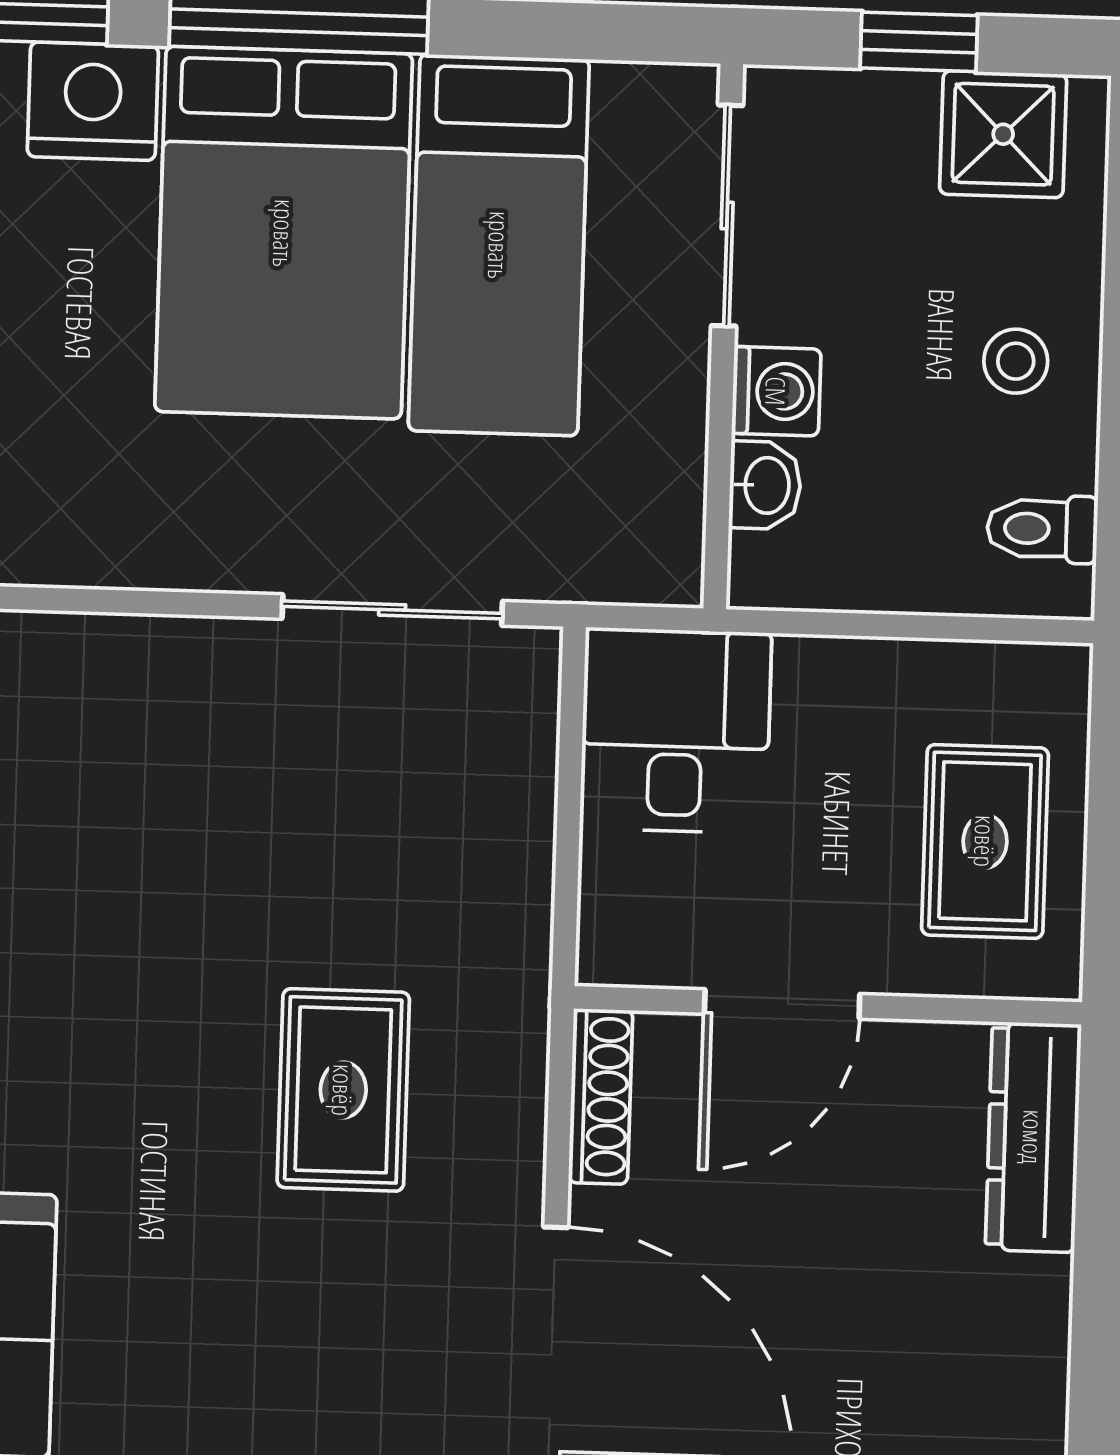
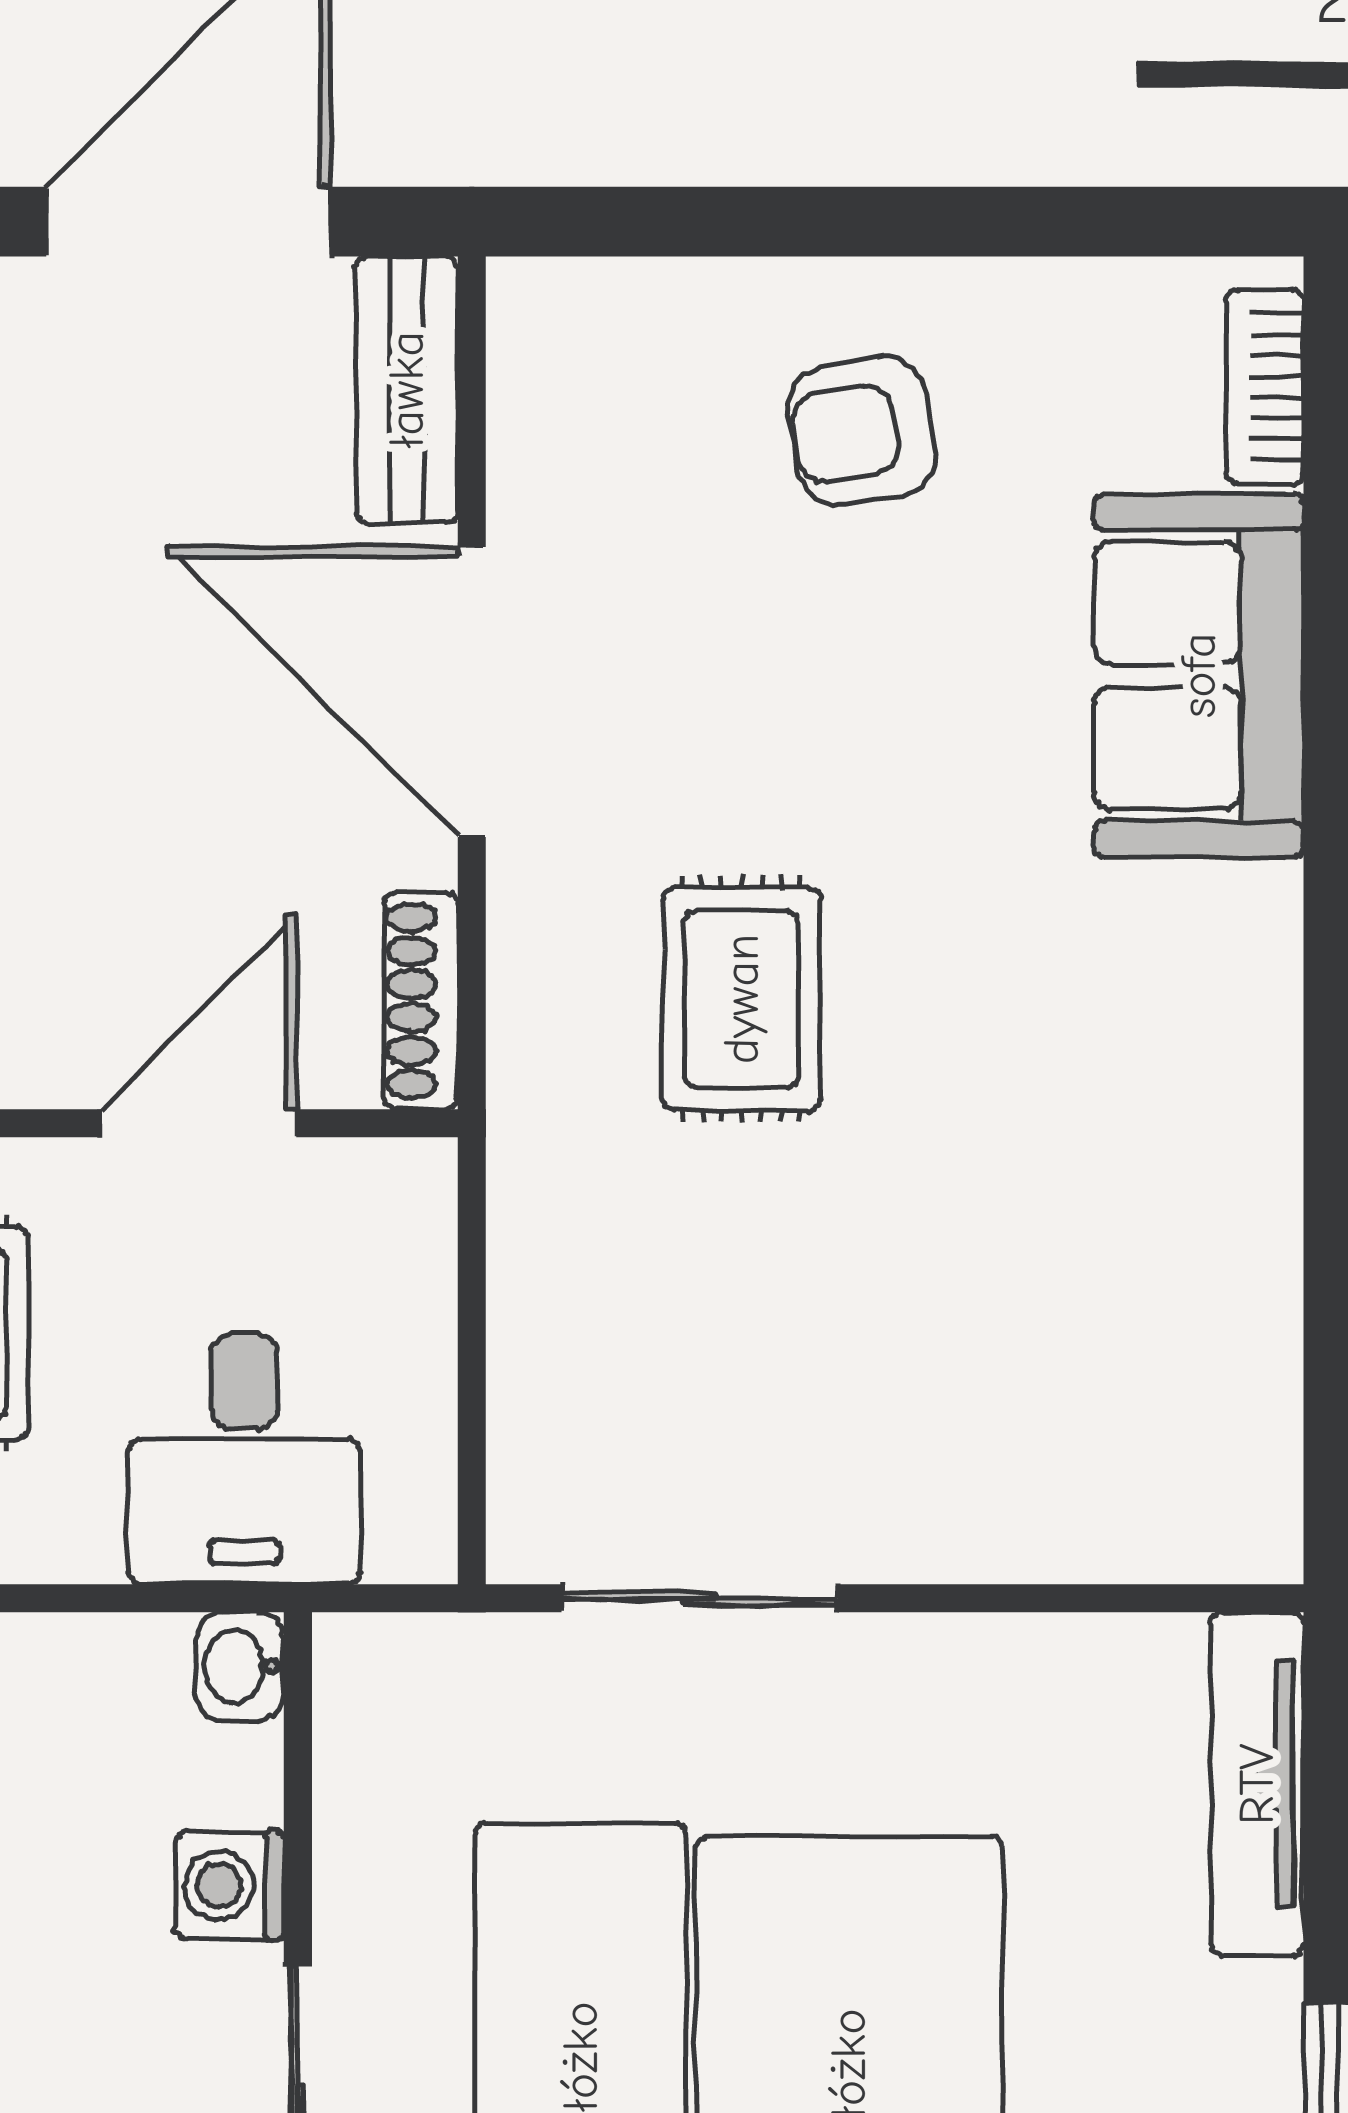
washbasin: (765, 485) -> (240, 1666), moved
desk: (676, 731) -> (244, 1459), moved

